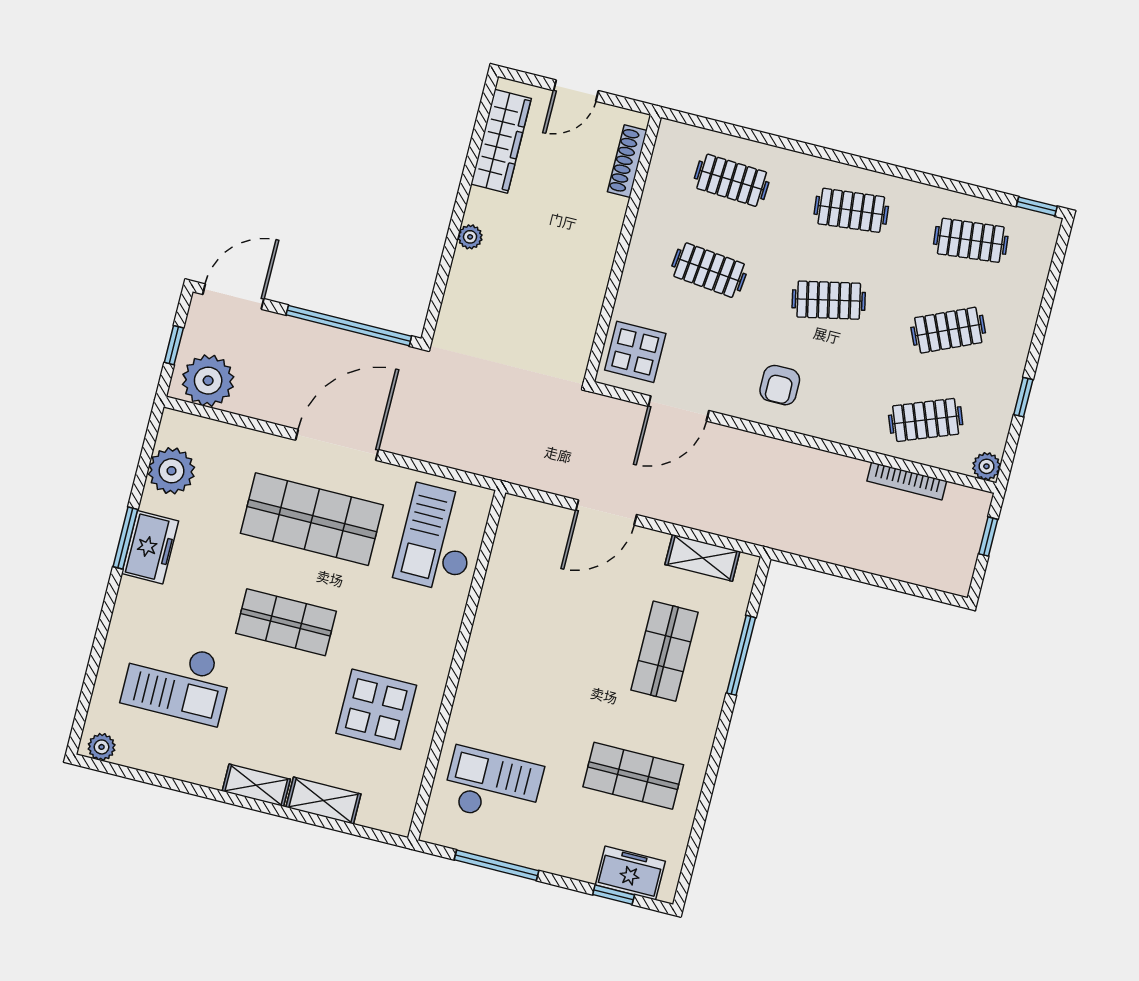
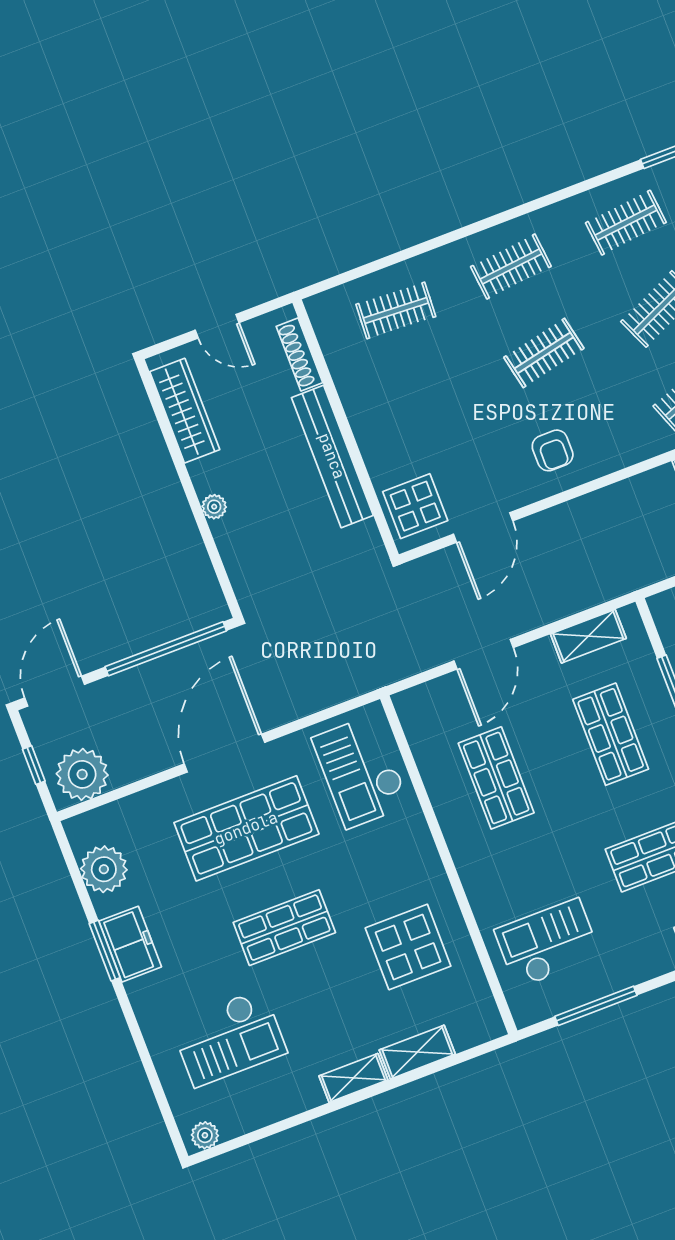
door: (576, 91) -> (217, 326), hinge flipped
bench: (596, 264) -> (332, 456), added
clothes rail: (709, 270) -> (429, 397), removed
shop shelf: (546, 621) -> (496, 778), added

